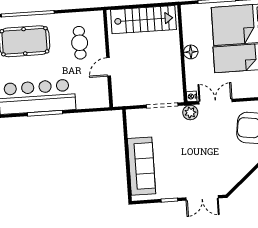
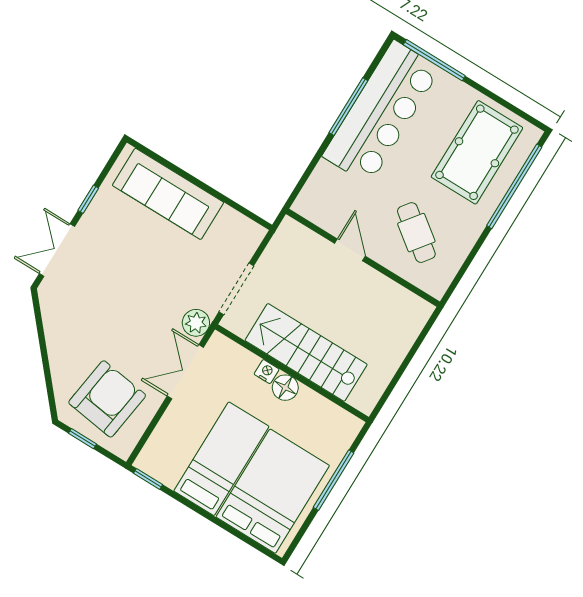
stairs: (143, 20) -> (306, 352), moved, turned 90
cafe table: (80, 43) -> (416, 233), turned 37
nightstand: (192, 96) -> (267, 372), moved
double door: (216, 102) -> (185, 372), swing flipped

